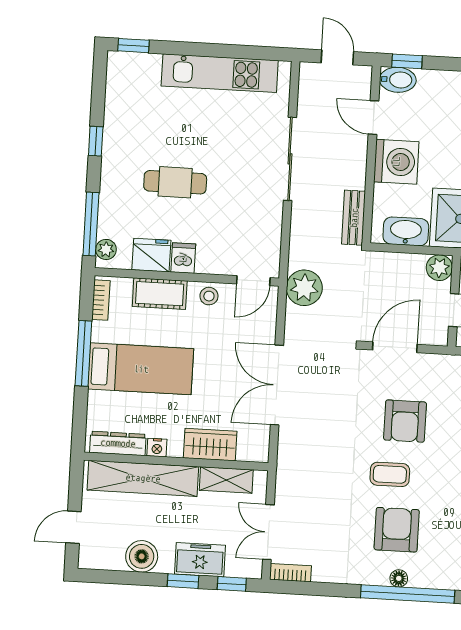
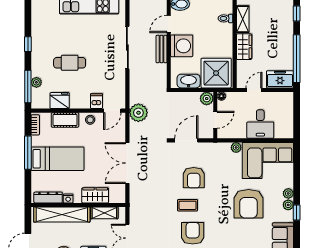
door: (374, 118) -> (169, 24), hinge flipped
bench: (354, 218) -> (162, 49), moved
plant: (106, 249) -> (36, 82), moved
dishwasher: (183, 258) -> (96, 101), moved

